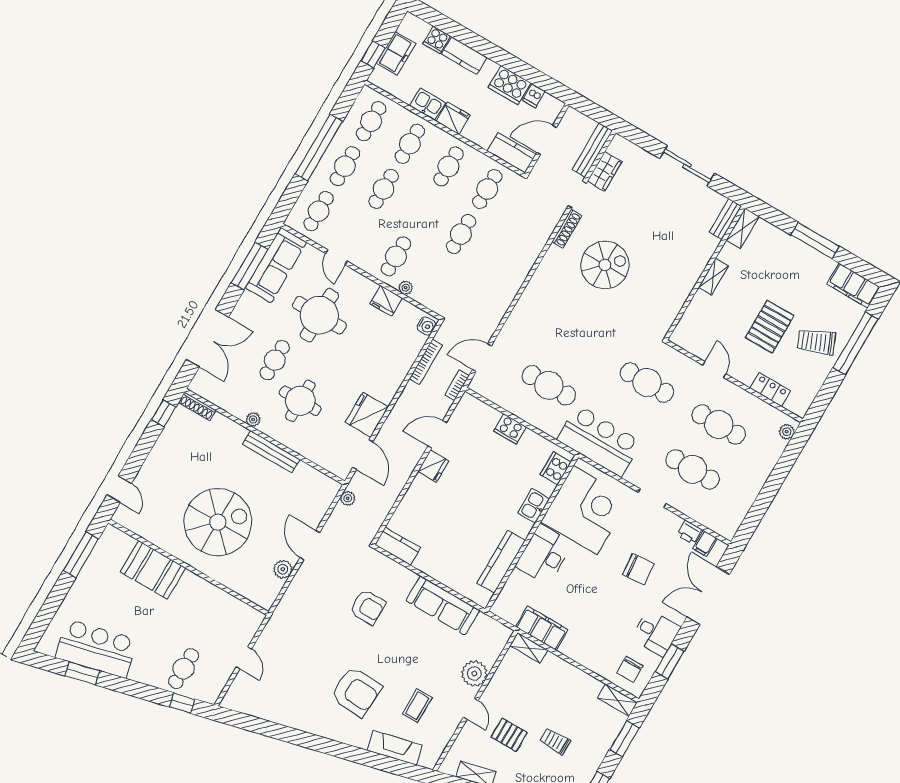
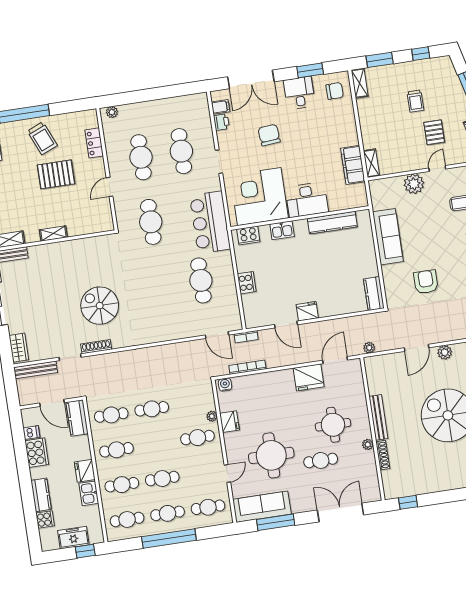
wardrobe: (605, 171) -> (19, 348), moved, turned 90
shoe rack: (197, 406) -> (383, 455), moved

